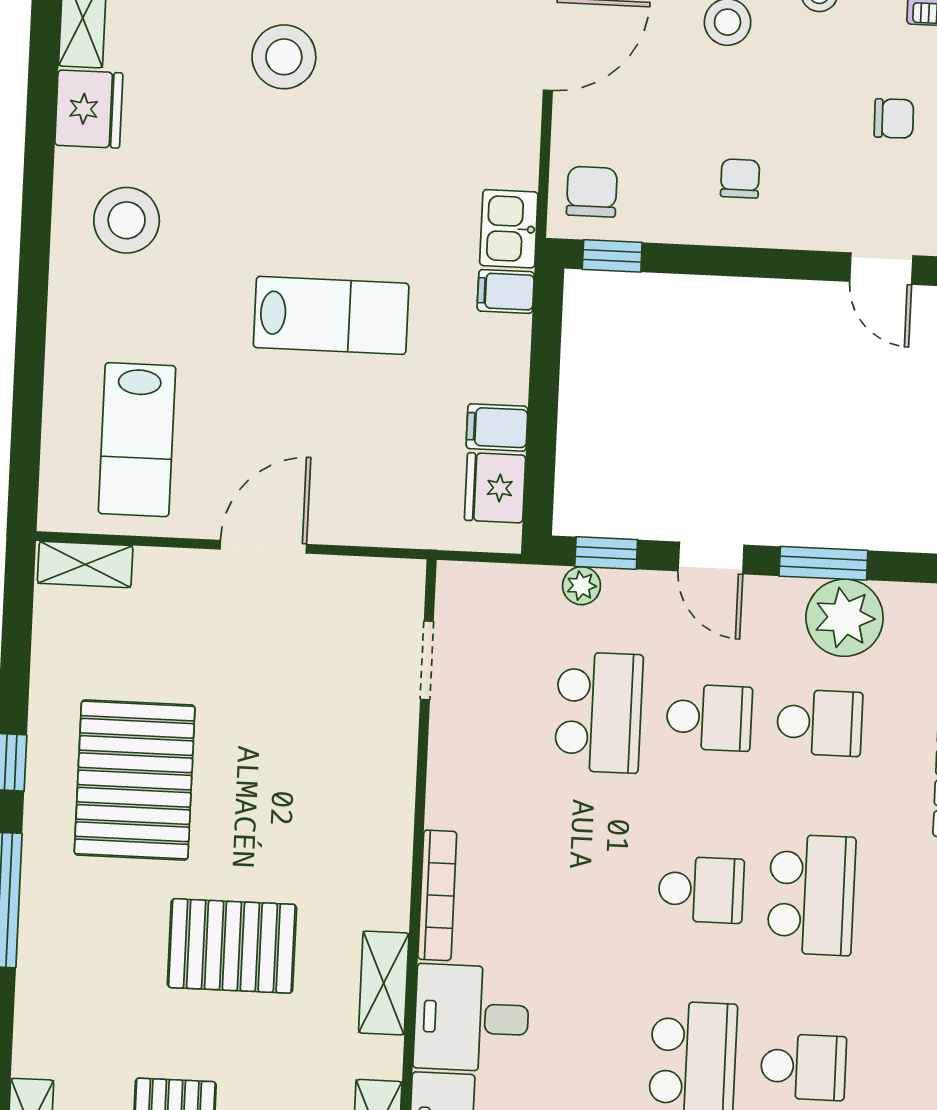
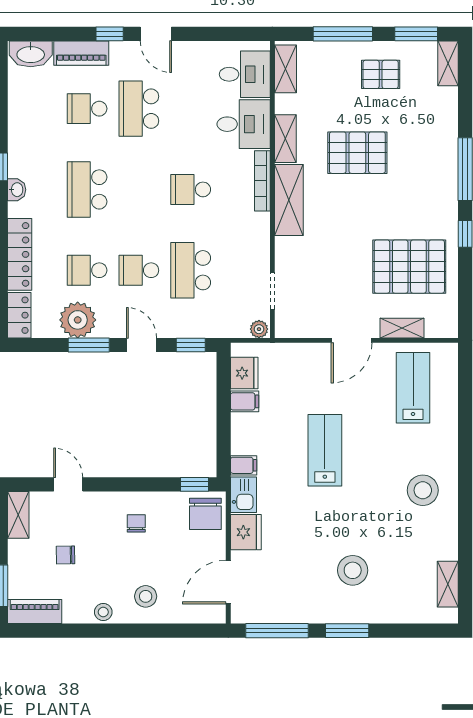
fridge: (89, 109) -> (246, 532), moved, turned 180
chair: (740, 178) -> (136, 523), turned 180
chair: (592, 192) -> (205, 514), width x1.37, depth x1.37
lab bench: (331, 315) -> (325, 450), turned 90
shelving: (85, 564) -> (402, 328), moved
plant: (582, 586) -> (259, 329), moved
pallet: (135, 780) -> (409, 267), moved, turned 90
shelving: (382, 852) -> (289, 200), added
school desk: (701, 890) -> (191, 189), moved

